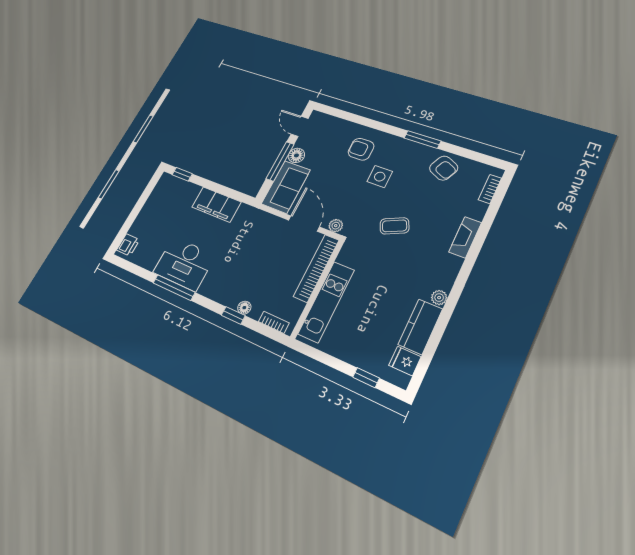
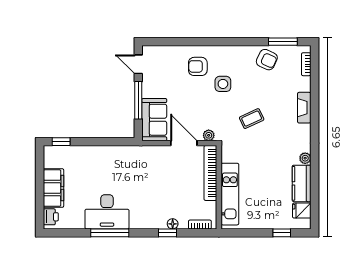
window: (423, 140) -> (283, 42), moved
floor lamp: (296, 155) -> (149, 90), removed
filing cabinet: (216, 205) -> (53, 188), moved, turned -90

